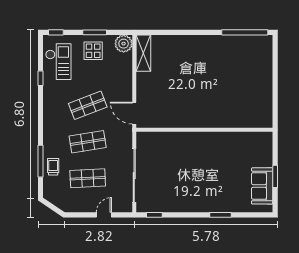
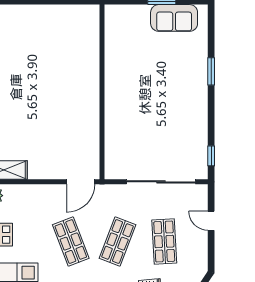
shop shelf: (88, 142) -> (118, 242), turned 30

